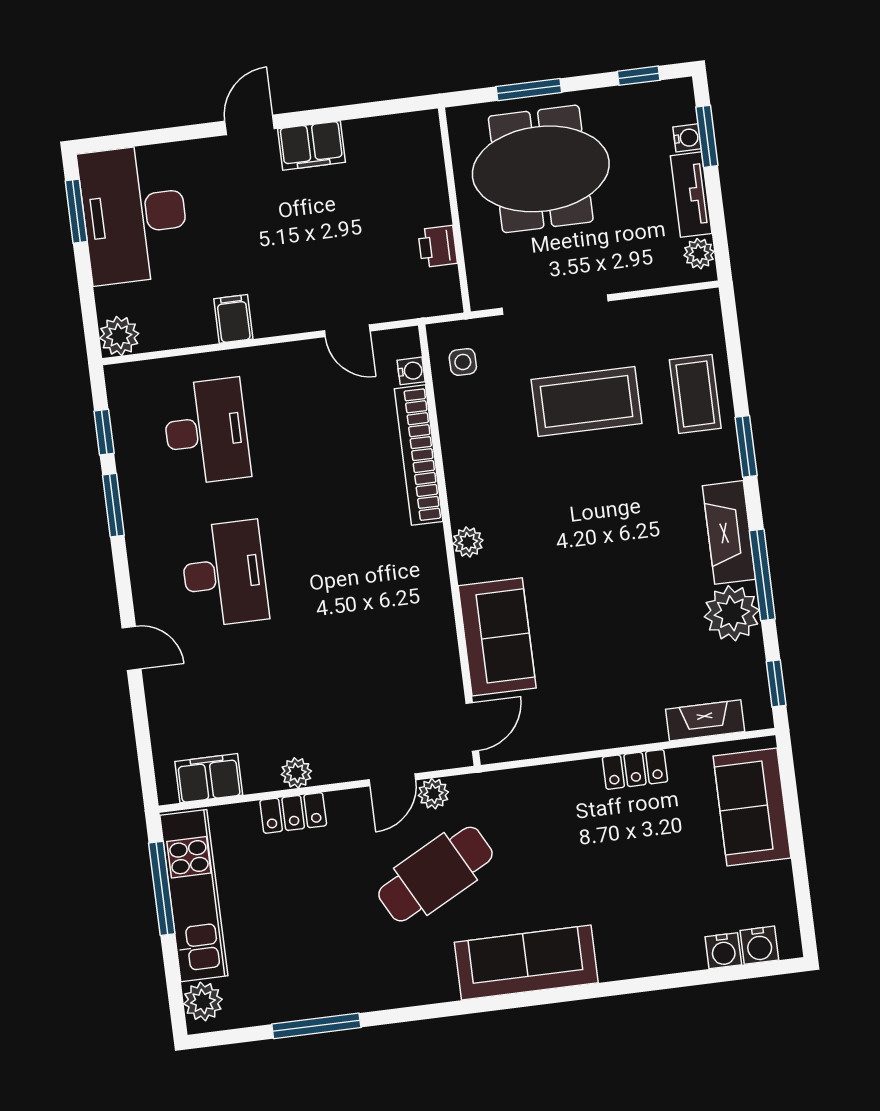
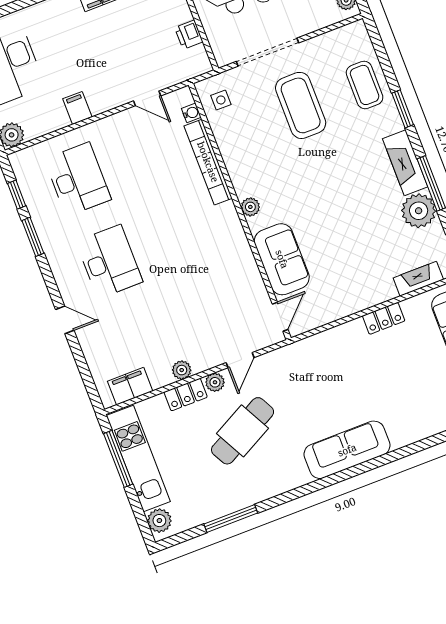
coffee table: (586, 402) -> (301, 105), turned 90
plant: (433, 794) -> (215, 382), moved
cafe table: (435, 874) -> (243, 431), moved

